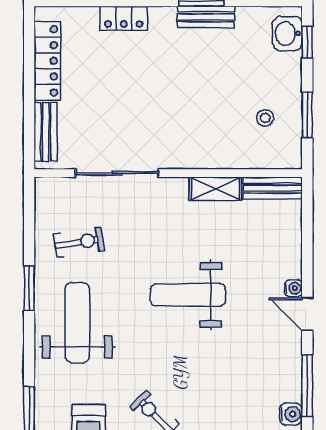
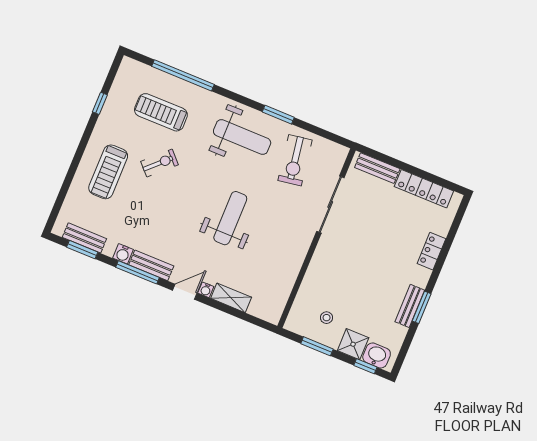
shower: (285, 70) -> (353, 344), added
bench: (273, 188) -> (151, 265), moved, turned 90
shelving: (215, 189) -> (231, 298), moved, turned 90
exercise bike: (79, 242) -> (295, 160), width x1.38, depth x1.39

